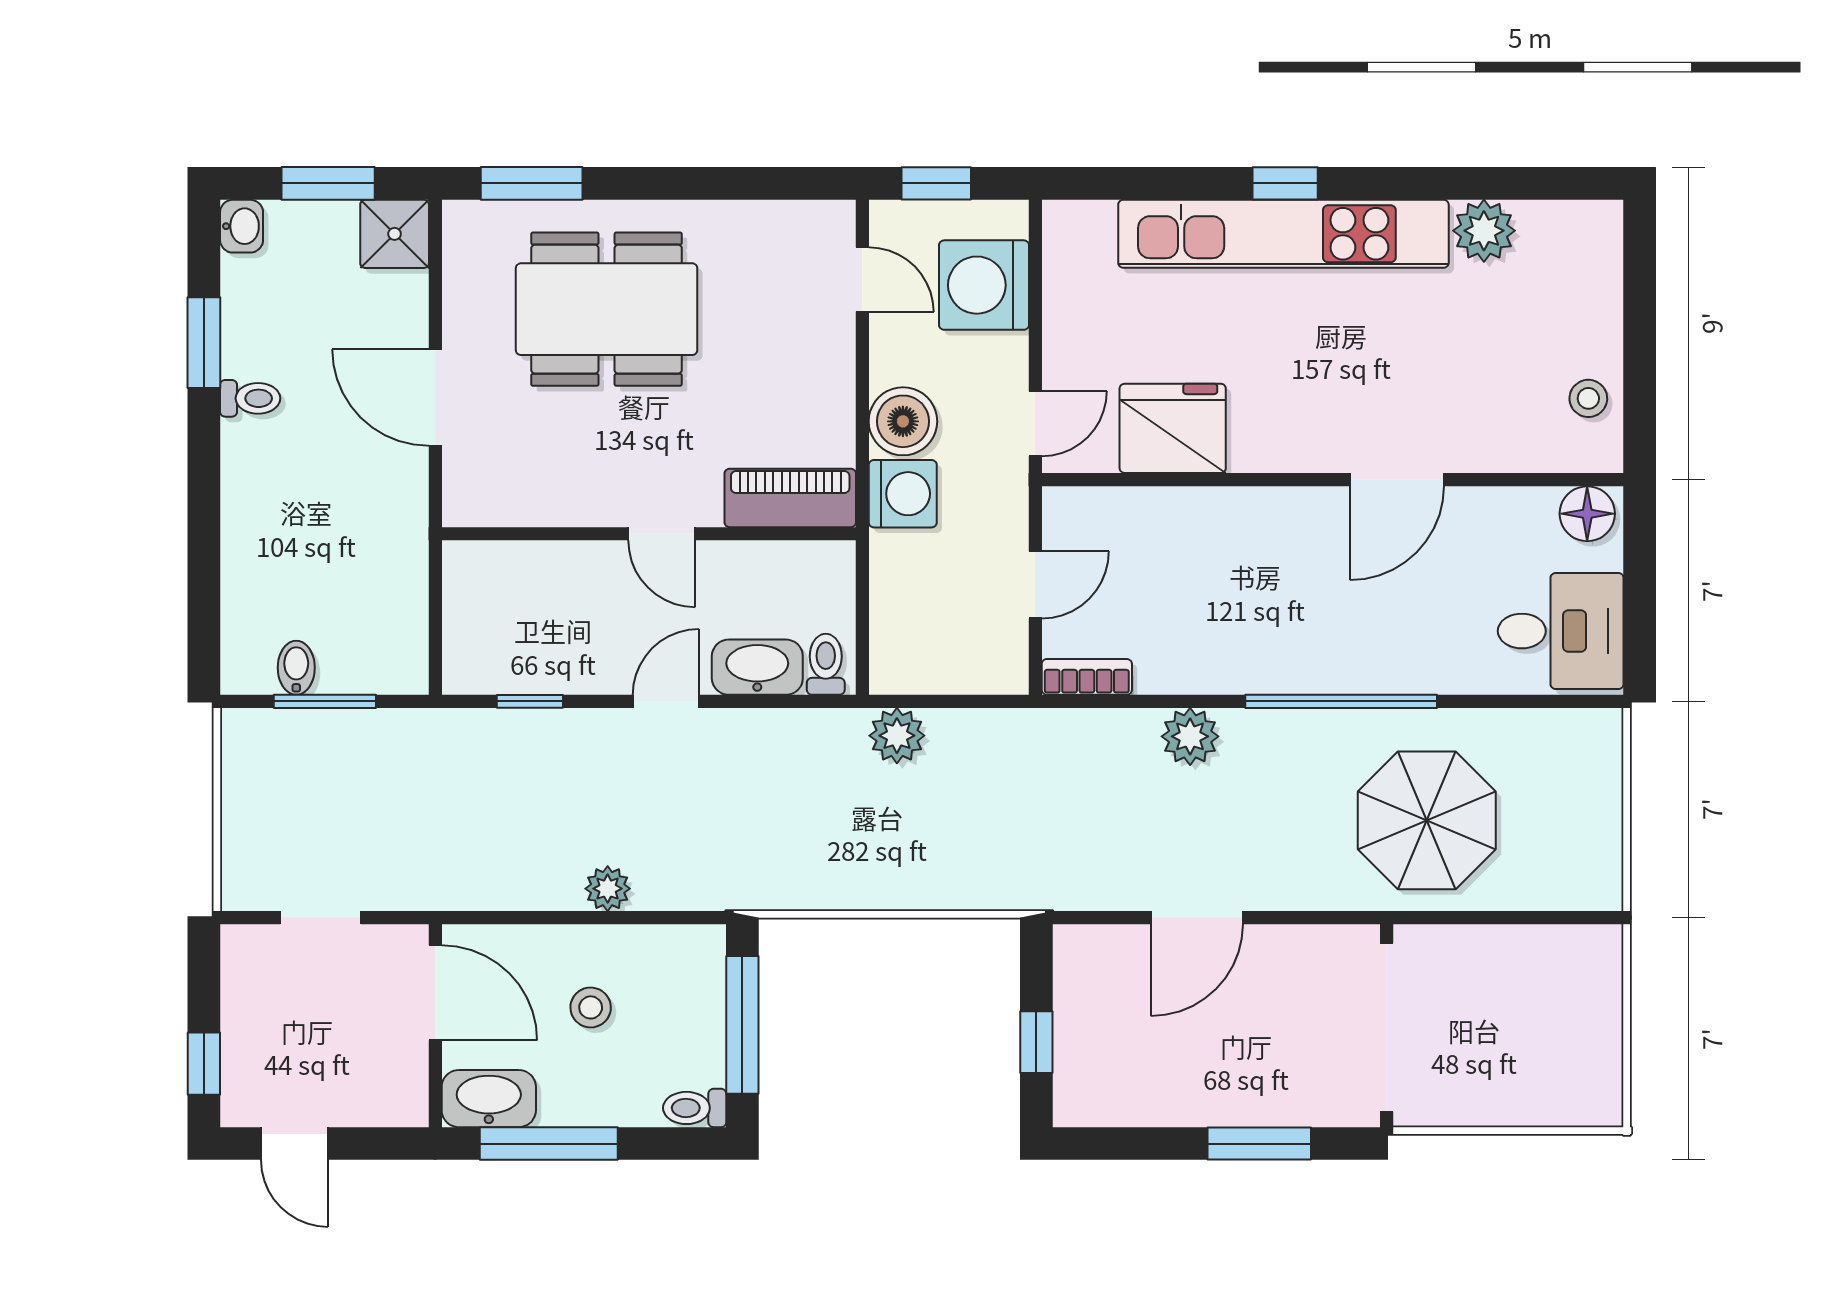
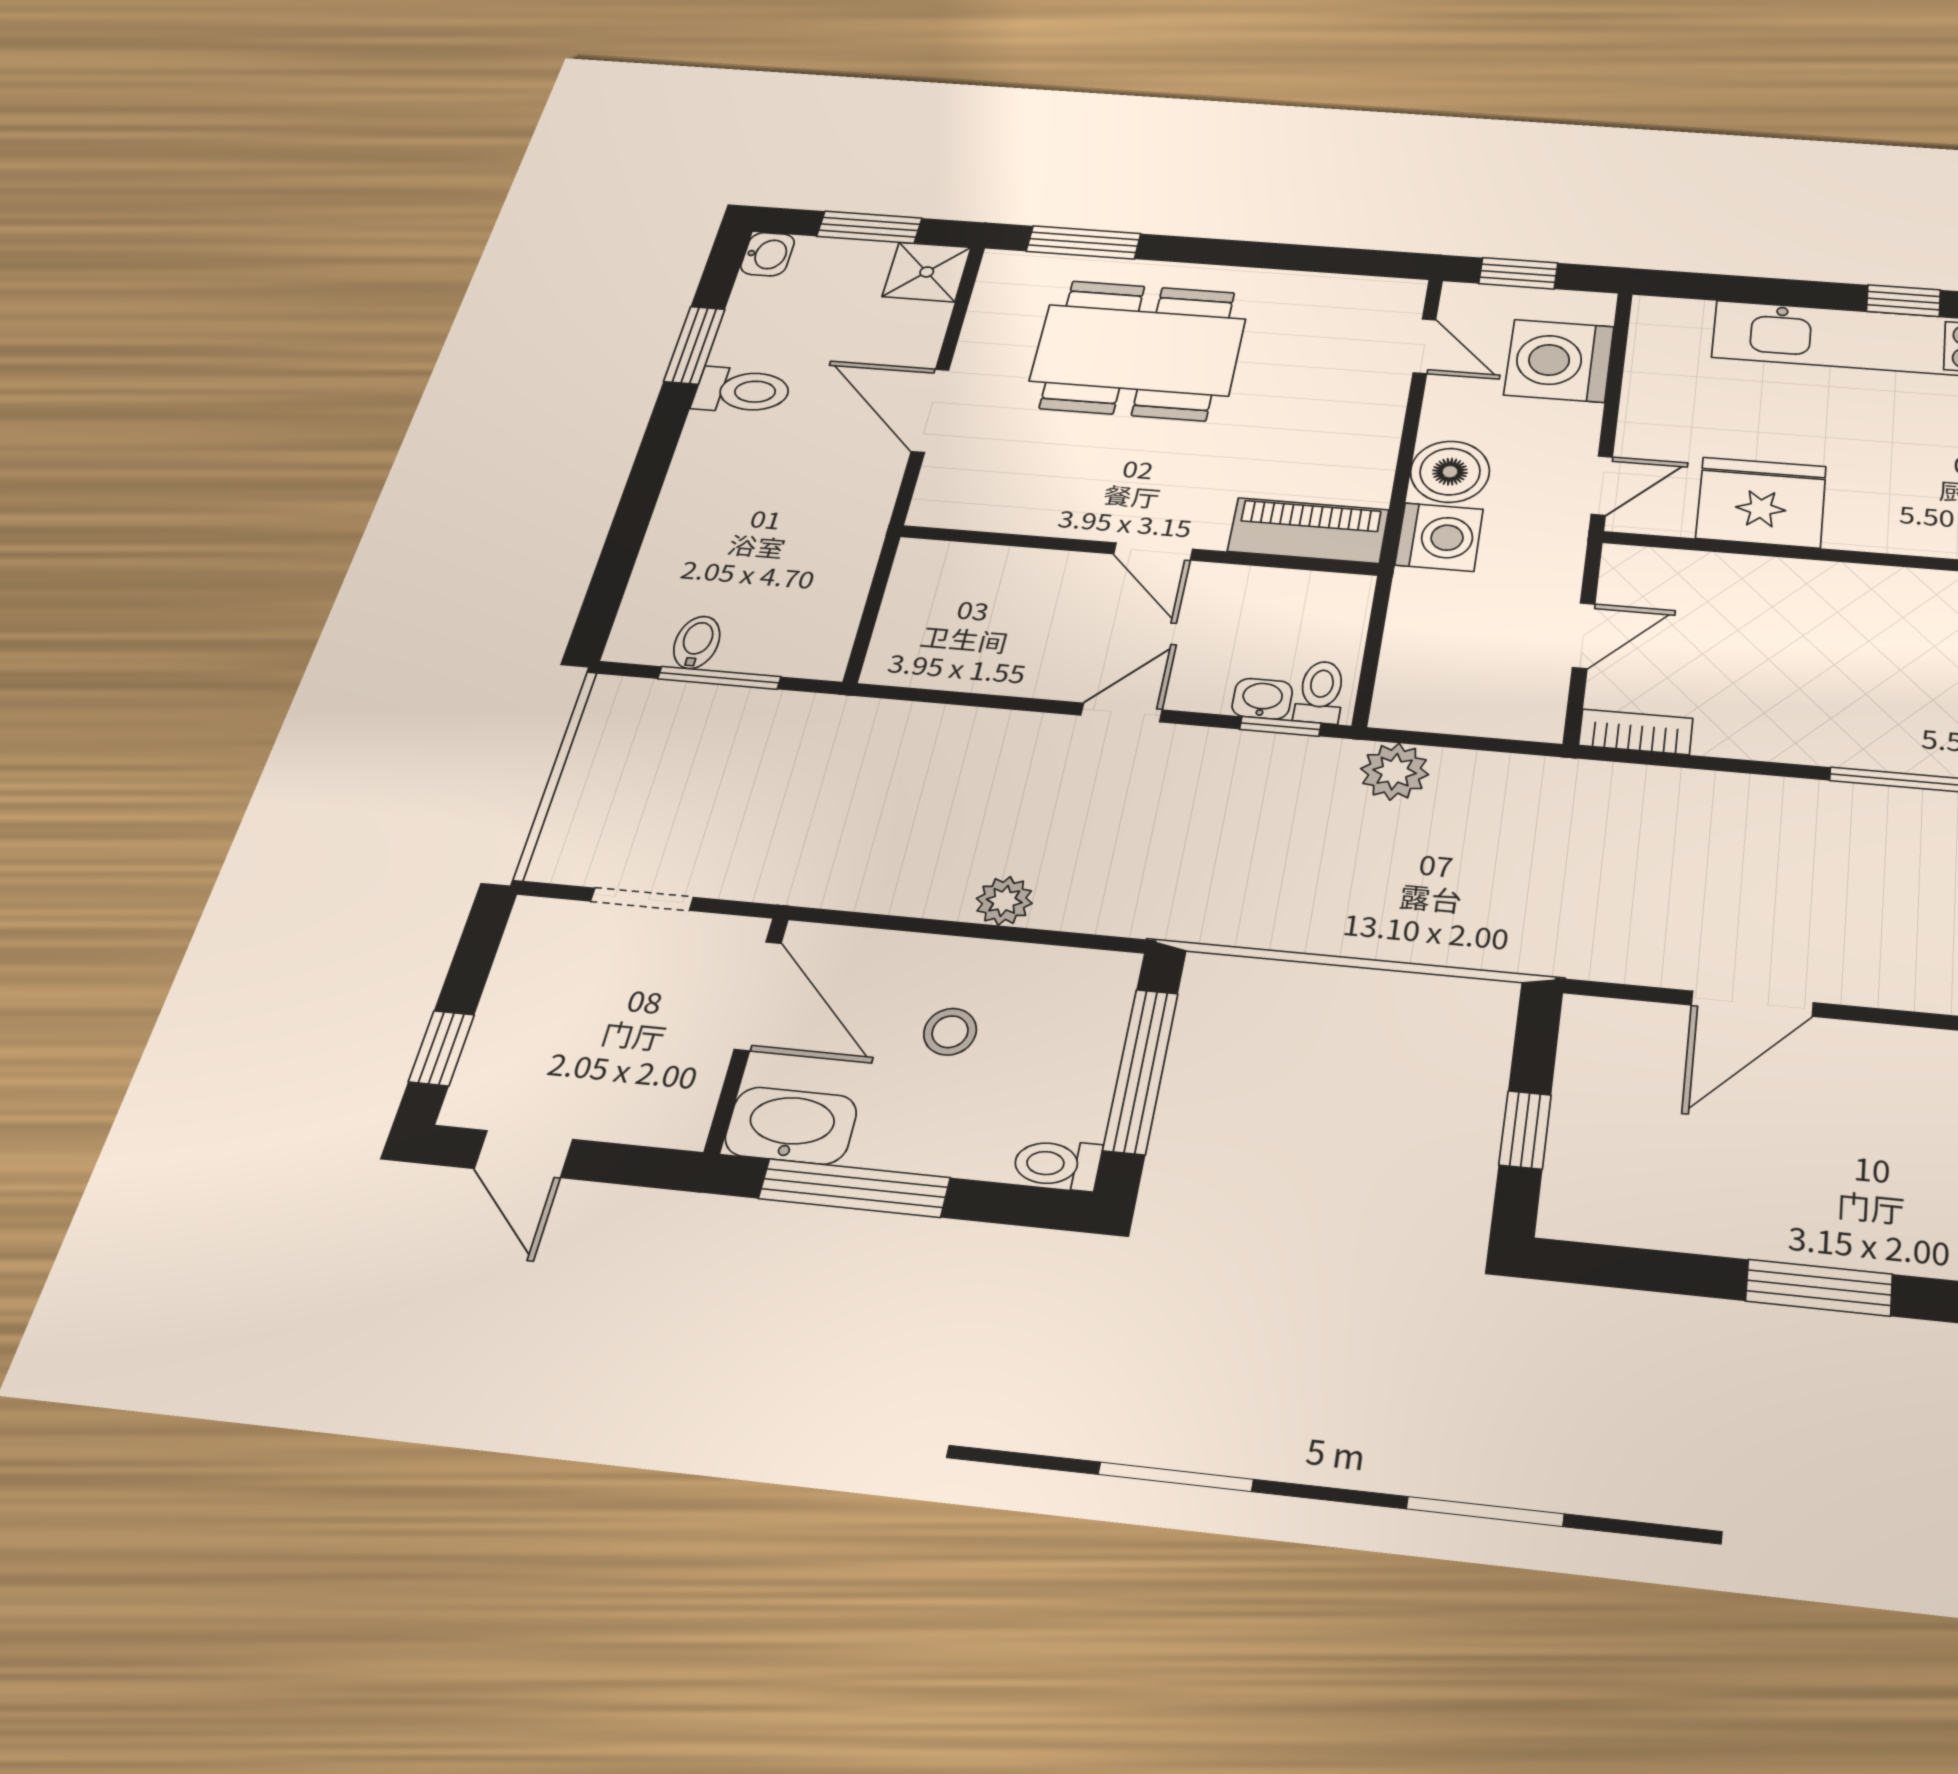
toilet: (250, 398) -> (742, 391), width x1.37, depth x1.39
washbasin: (757, 667) -> (1262, 699), width x0.52, depth x0.69
window: (530, 701) -> (1280, 726), moved
plant: (1190, 736) -> (1758, 804), removed

